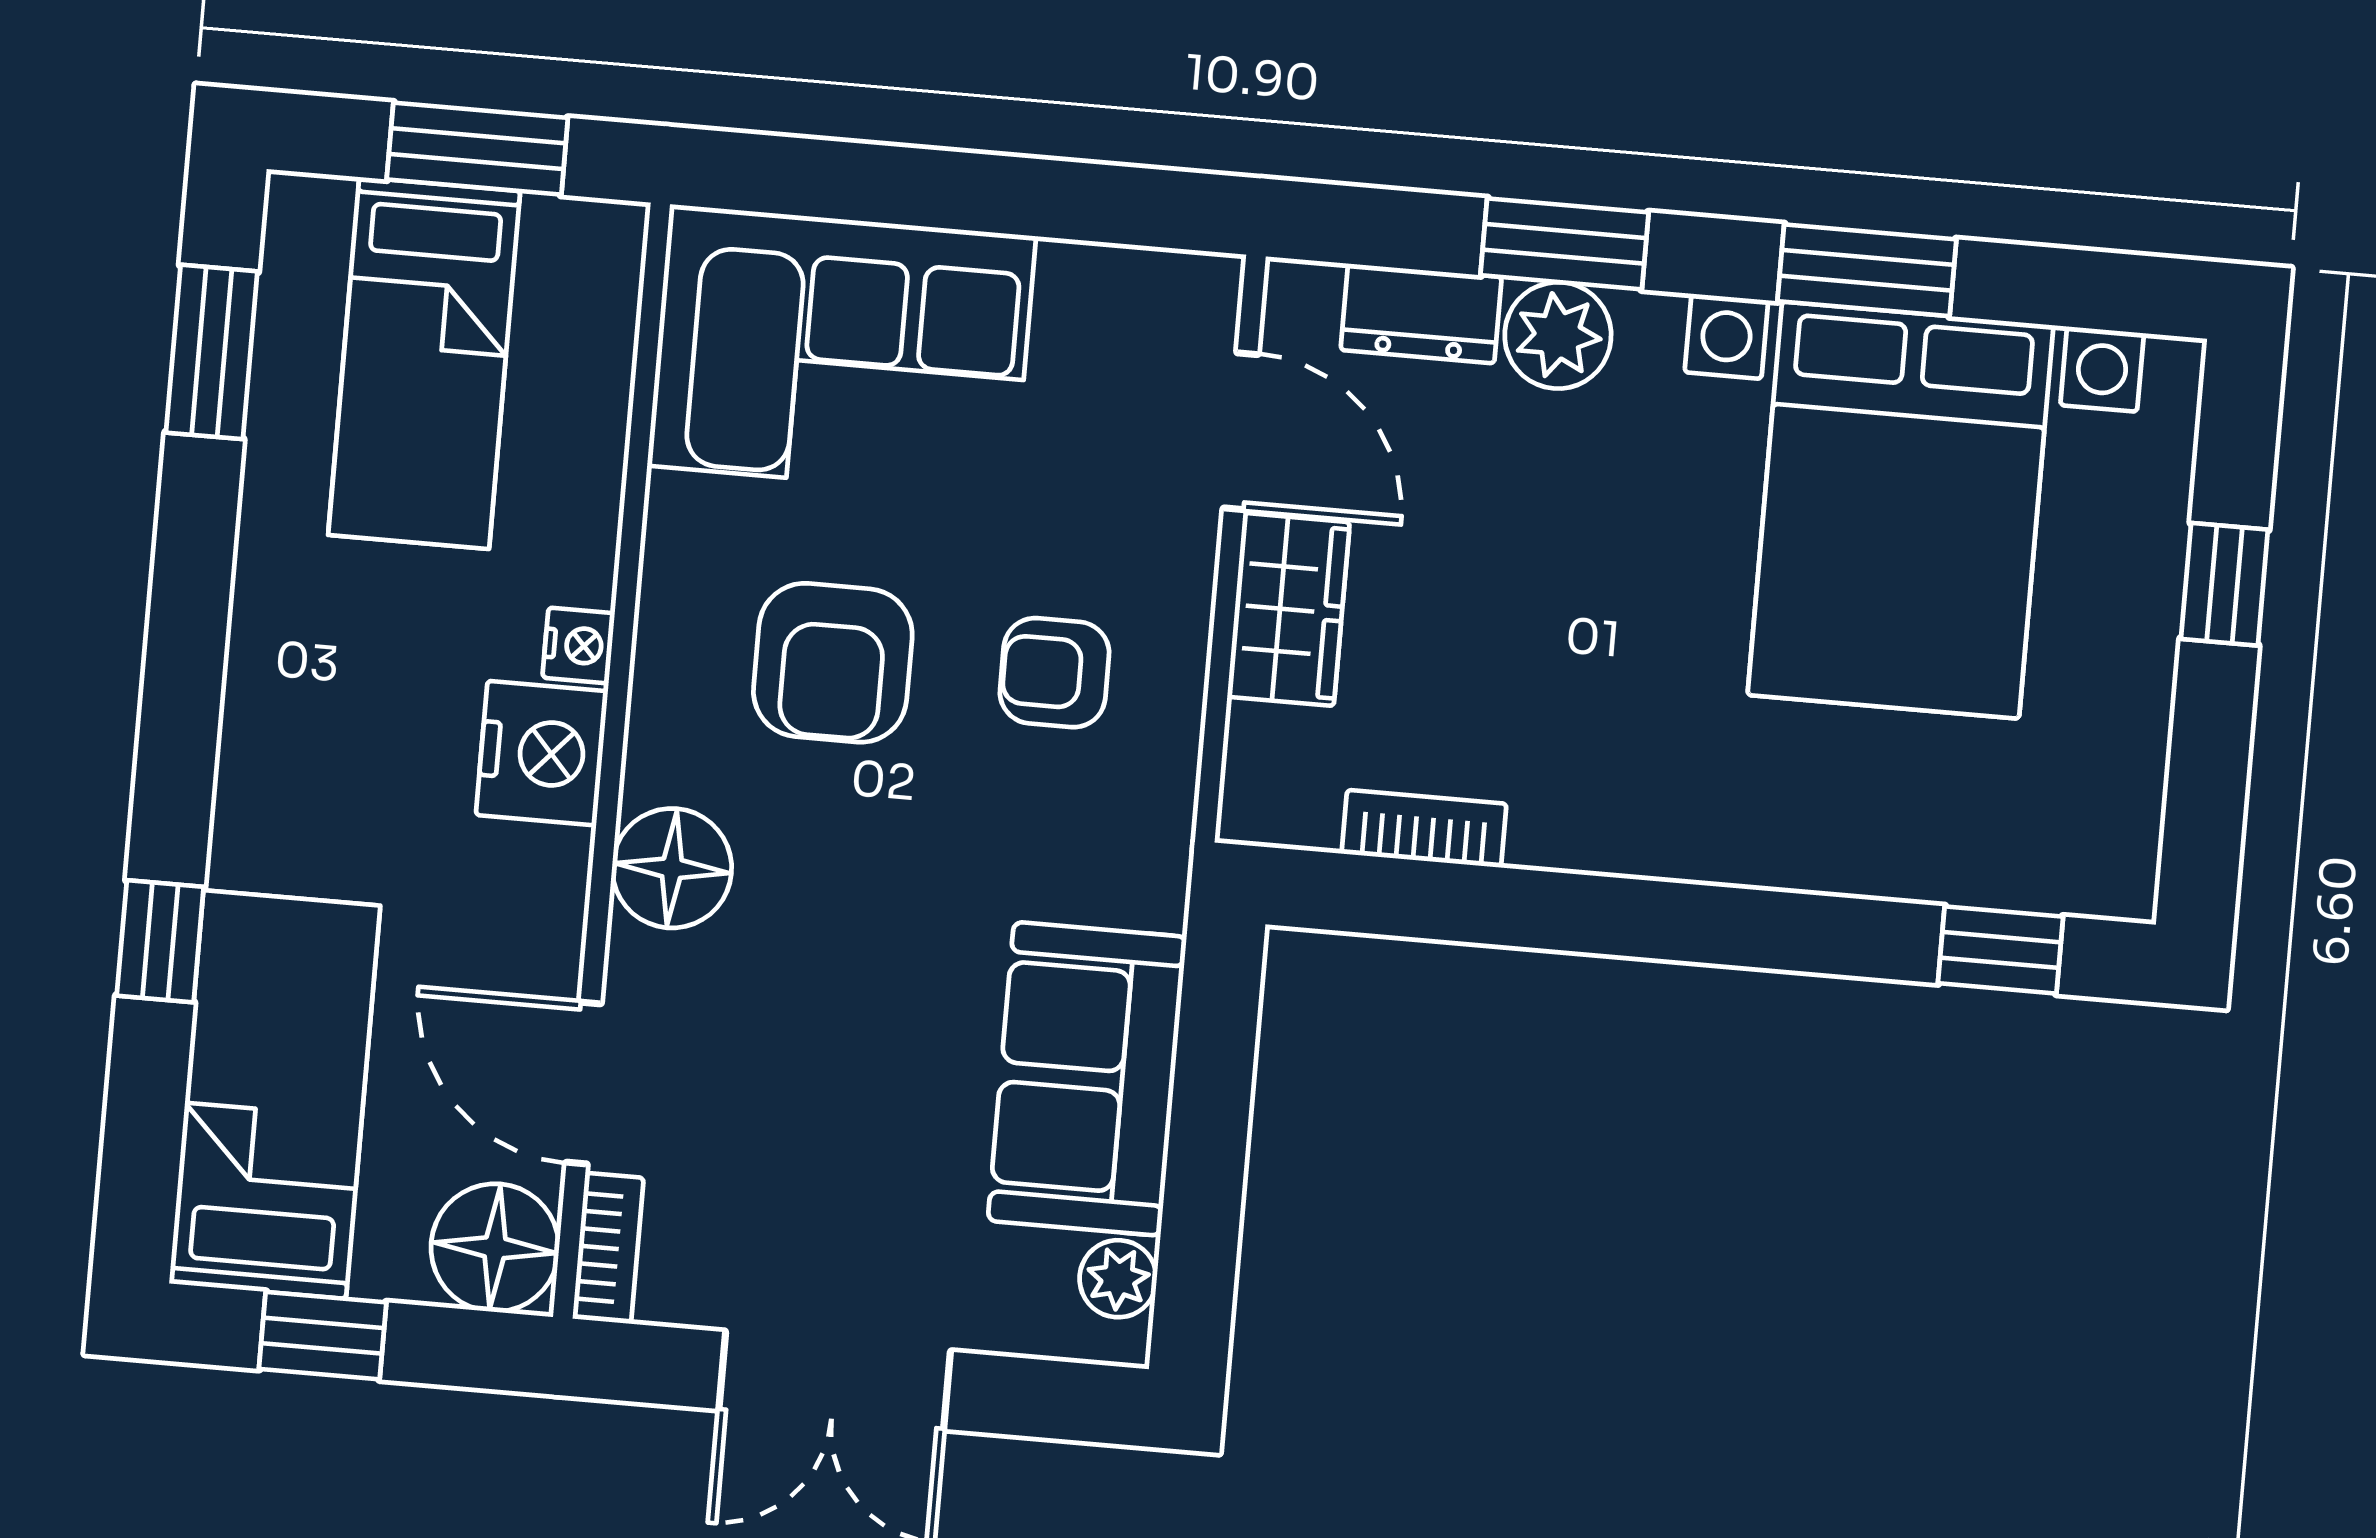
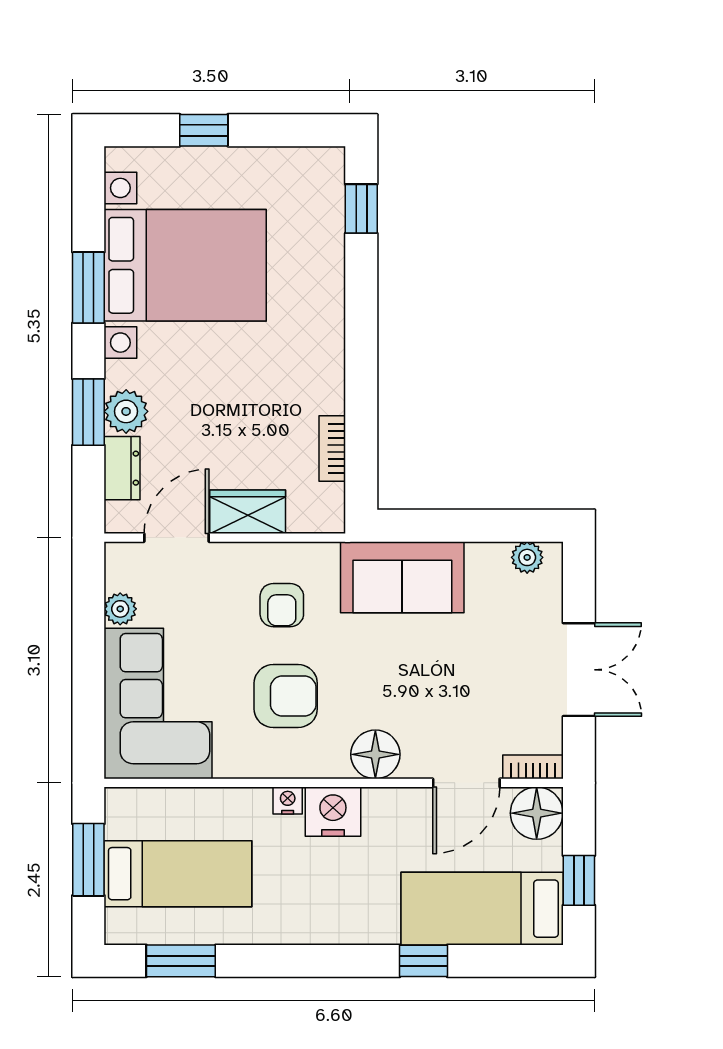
plant: (1080, 279) -> (120, 609), added
sofa: (1087, 1079) -> (402, 577), moved

